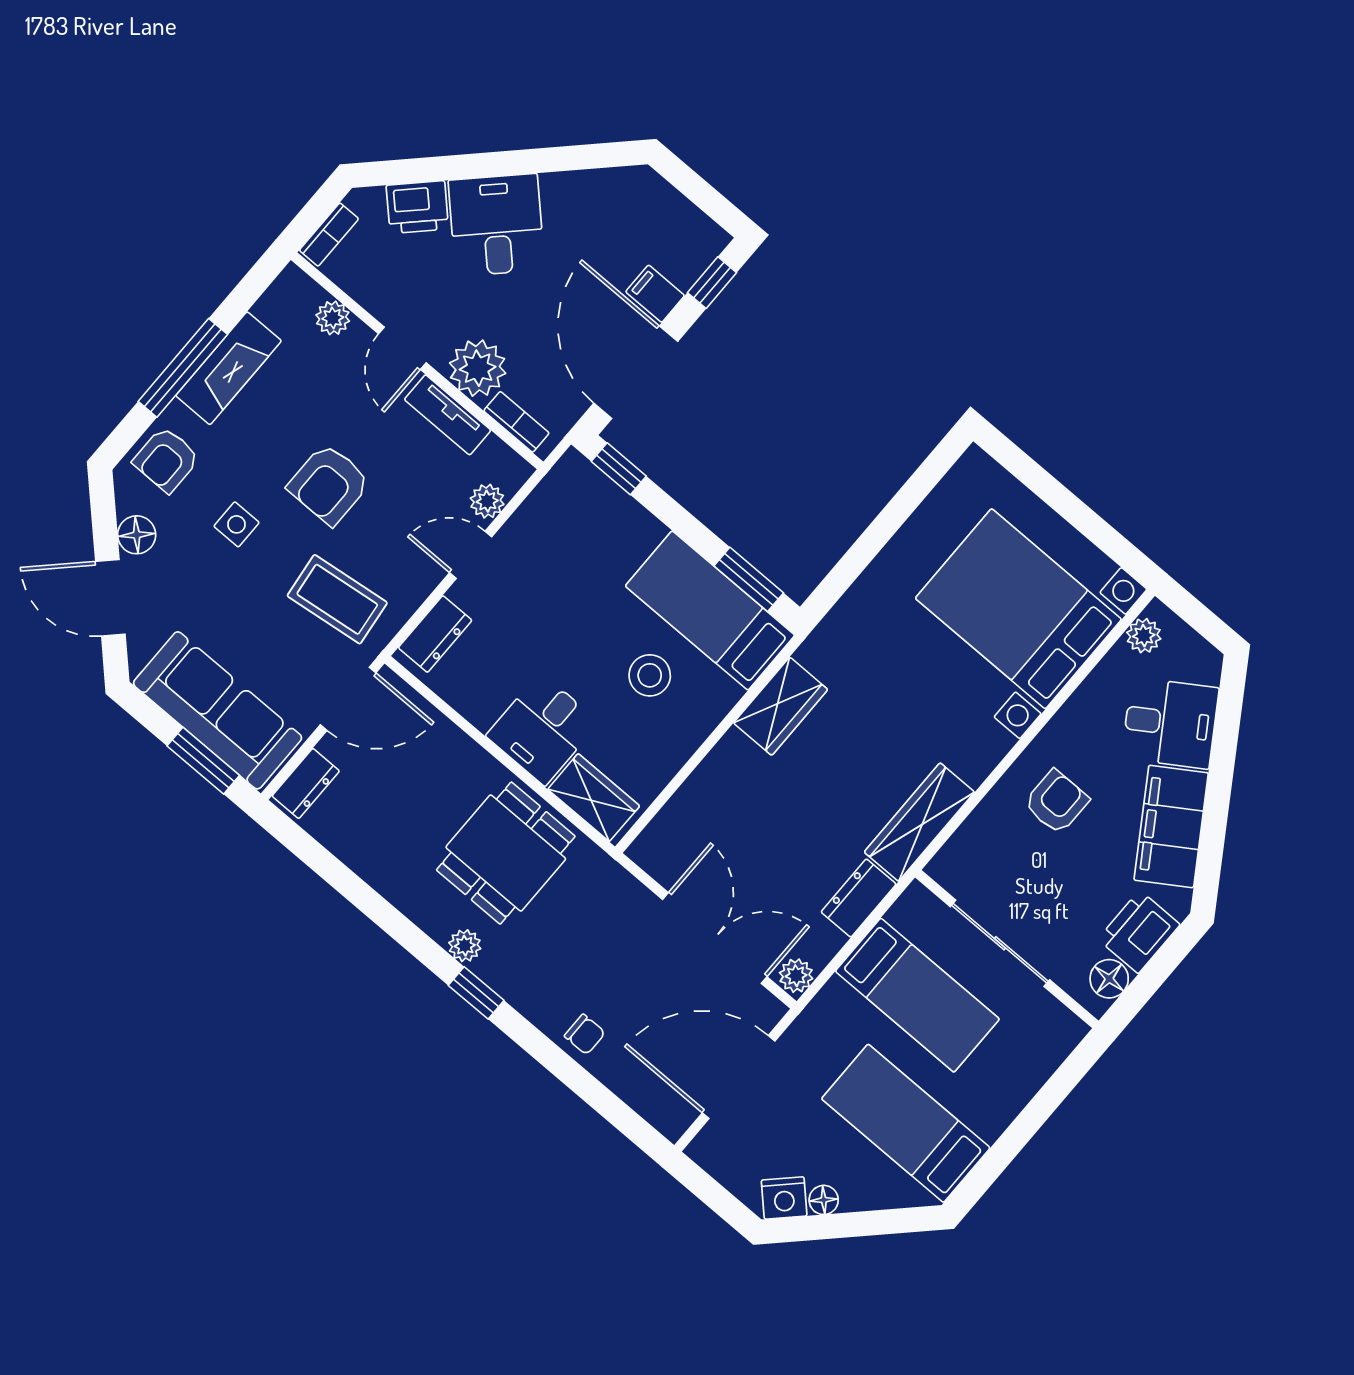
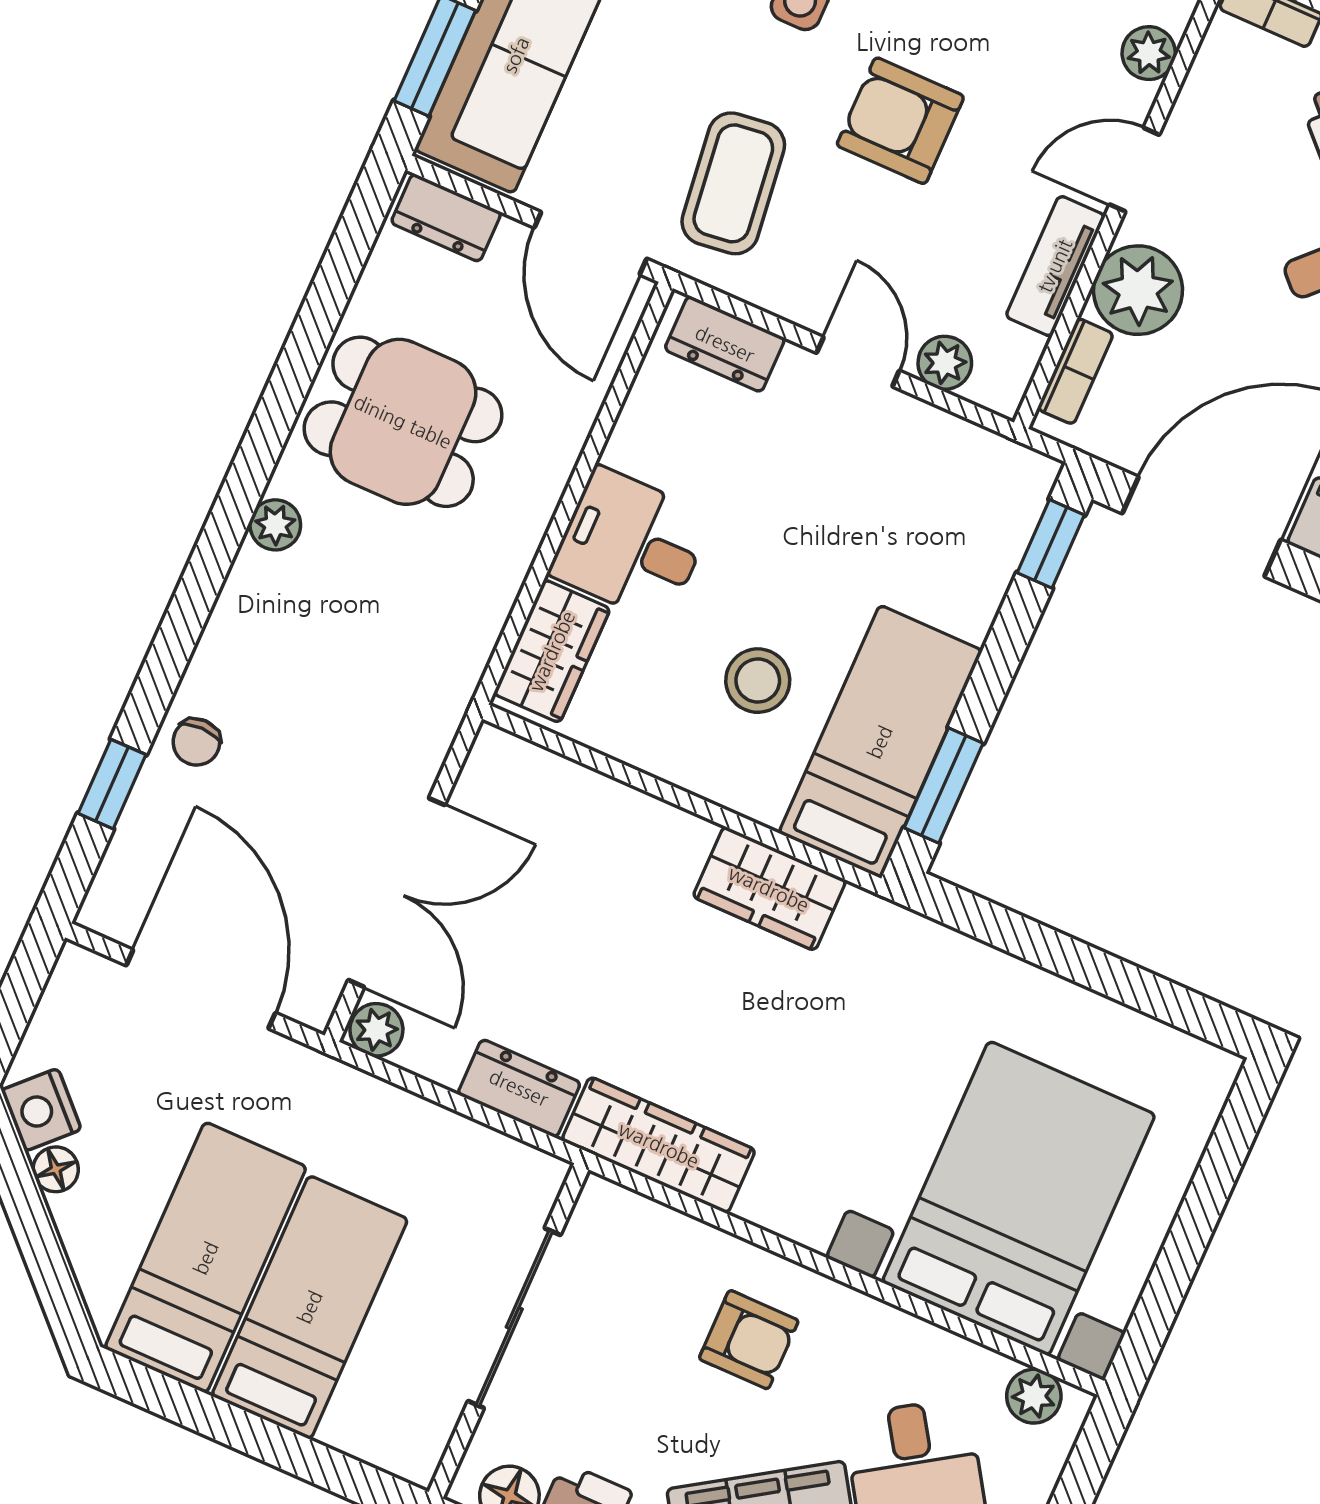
dining table: (506, 853) -> (403, 422), moved
window: (476, 993) -> (112, 784), moved
bed: (917, 995) -> (310, 1307), moved, turned 180

